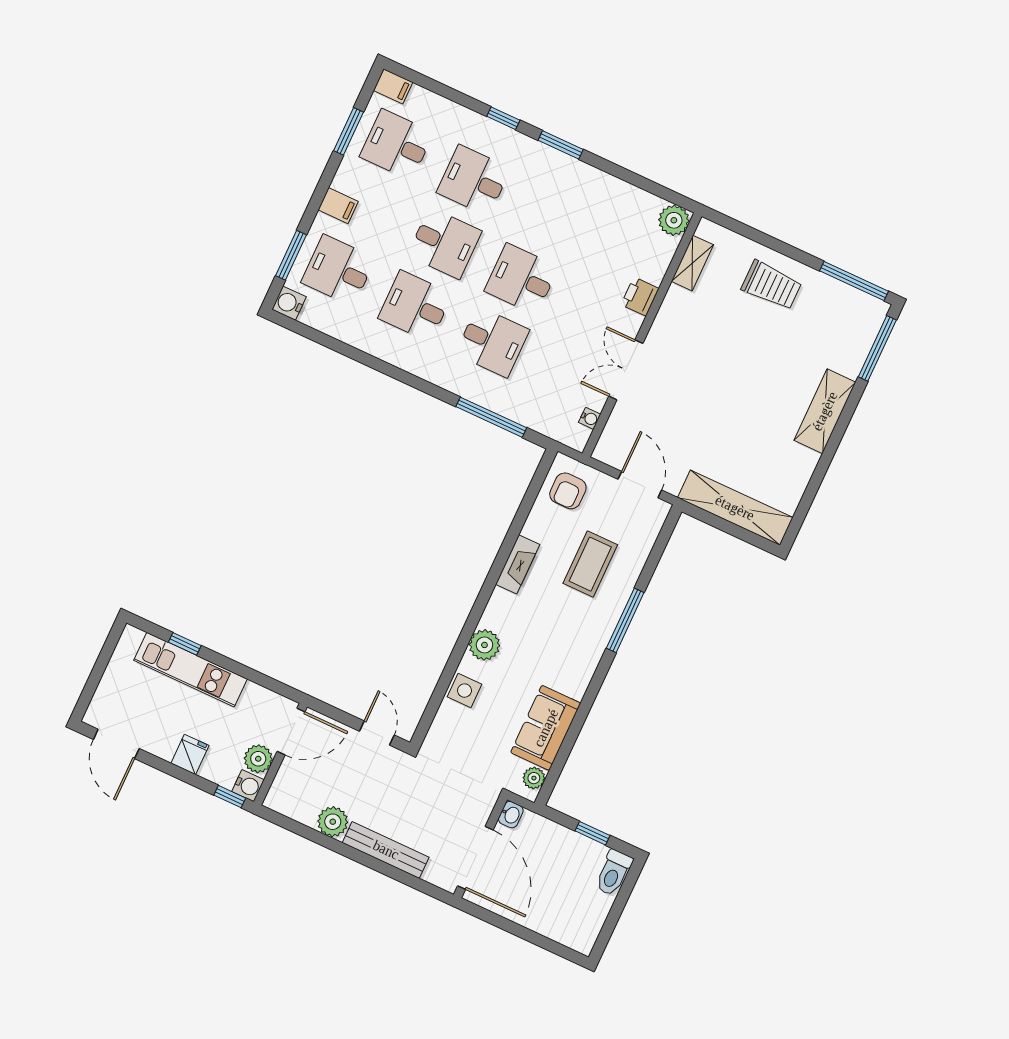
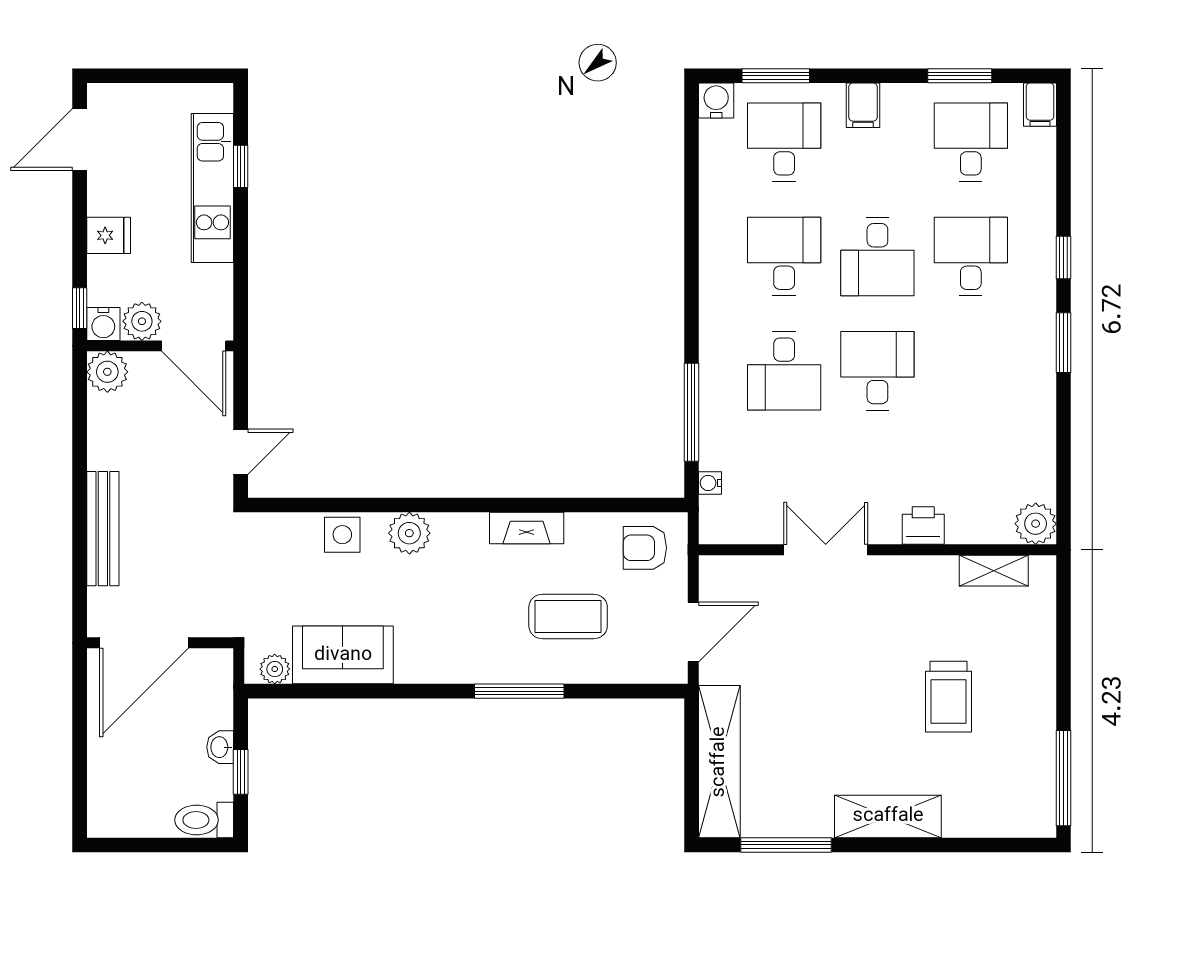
trolley: (771, 285) -> (949, 697), moved
window: (877, 348) -> (786, 845), moved
water cooler: (590, 418) -> (710, 483), moved, turned 90
washbasin: (511, 815) -> (220, 747), moved, turned 90
plant: (333, 822) -> (107, 372), moved

